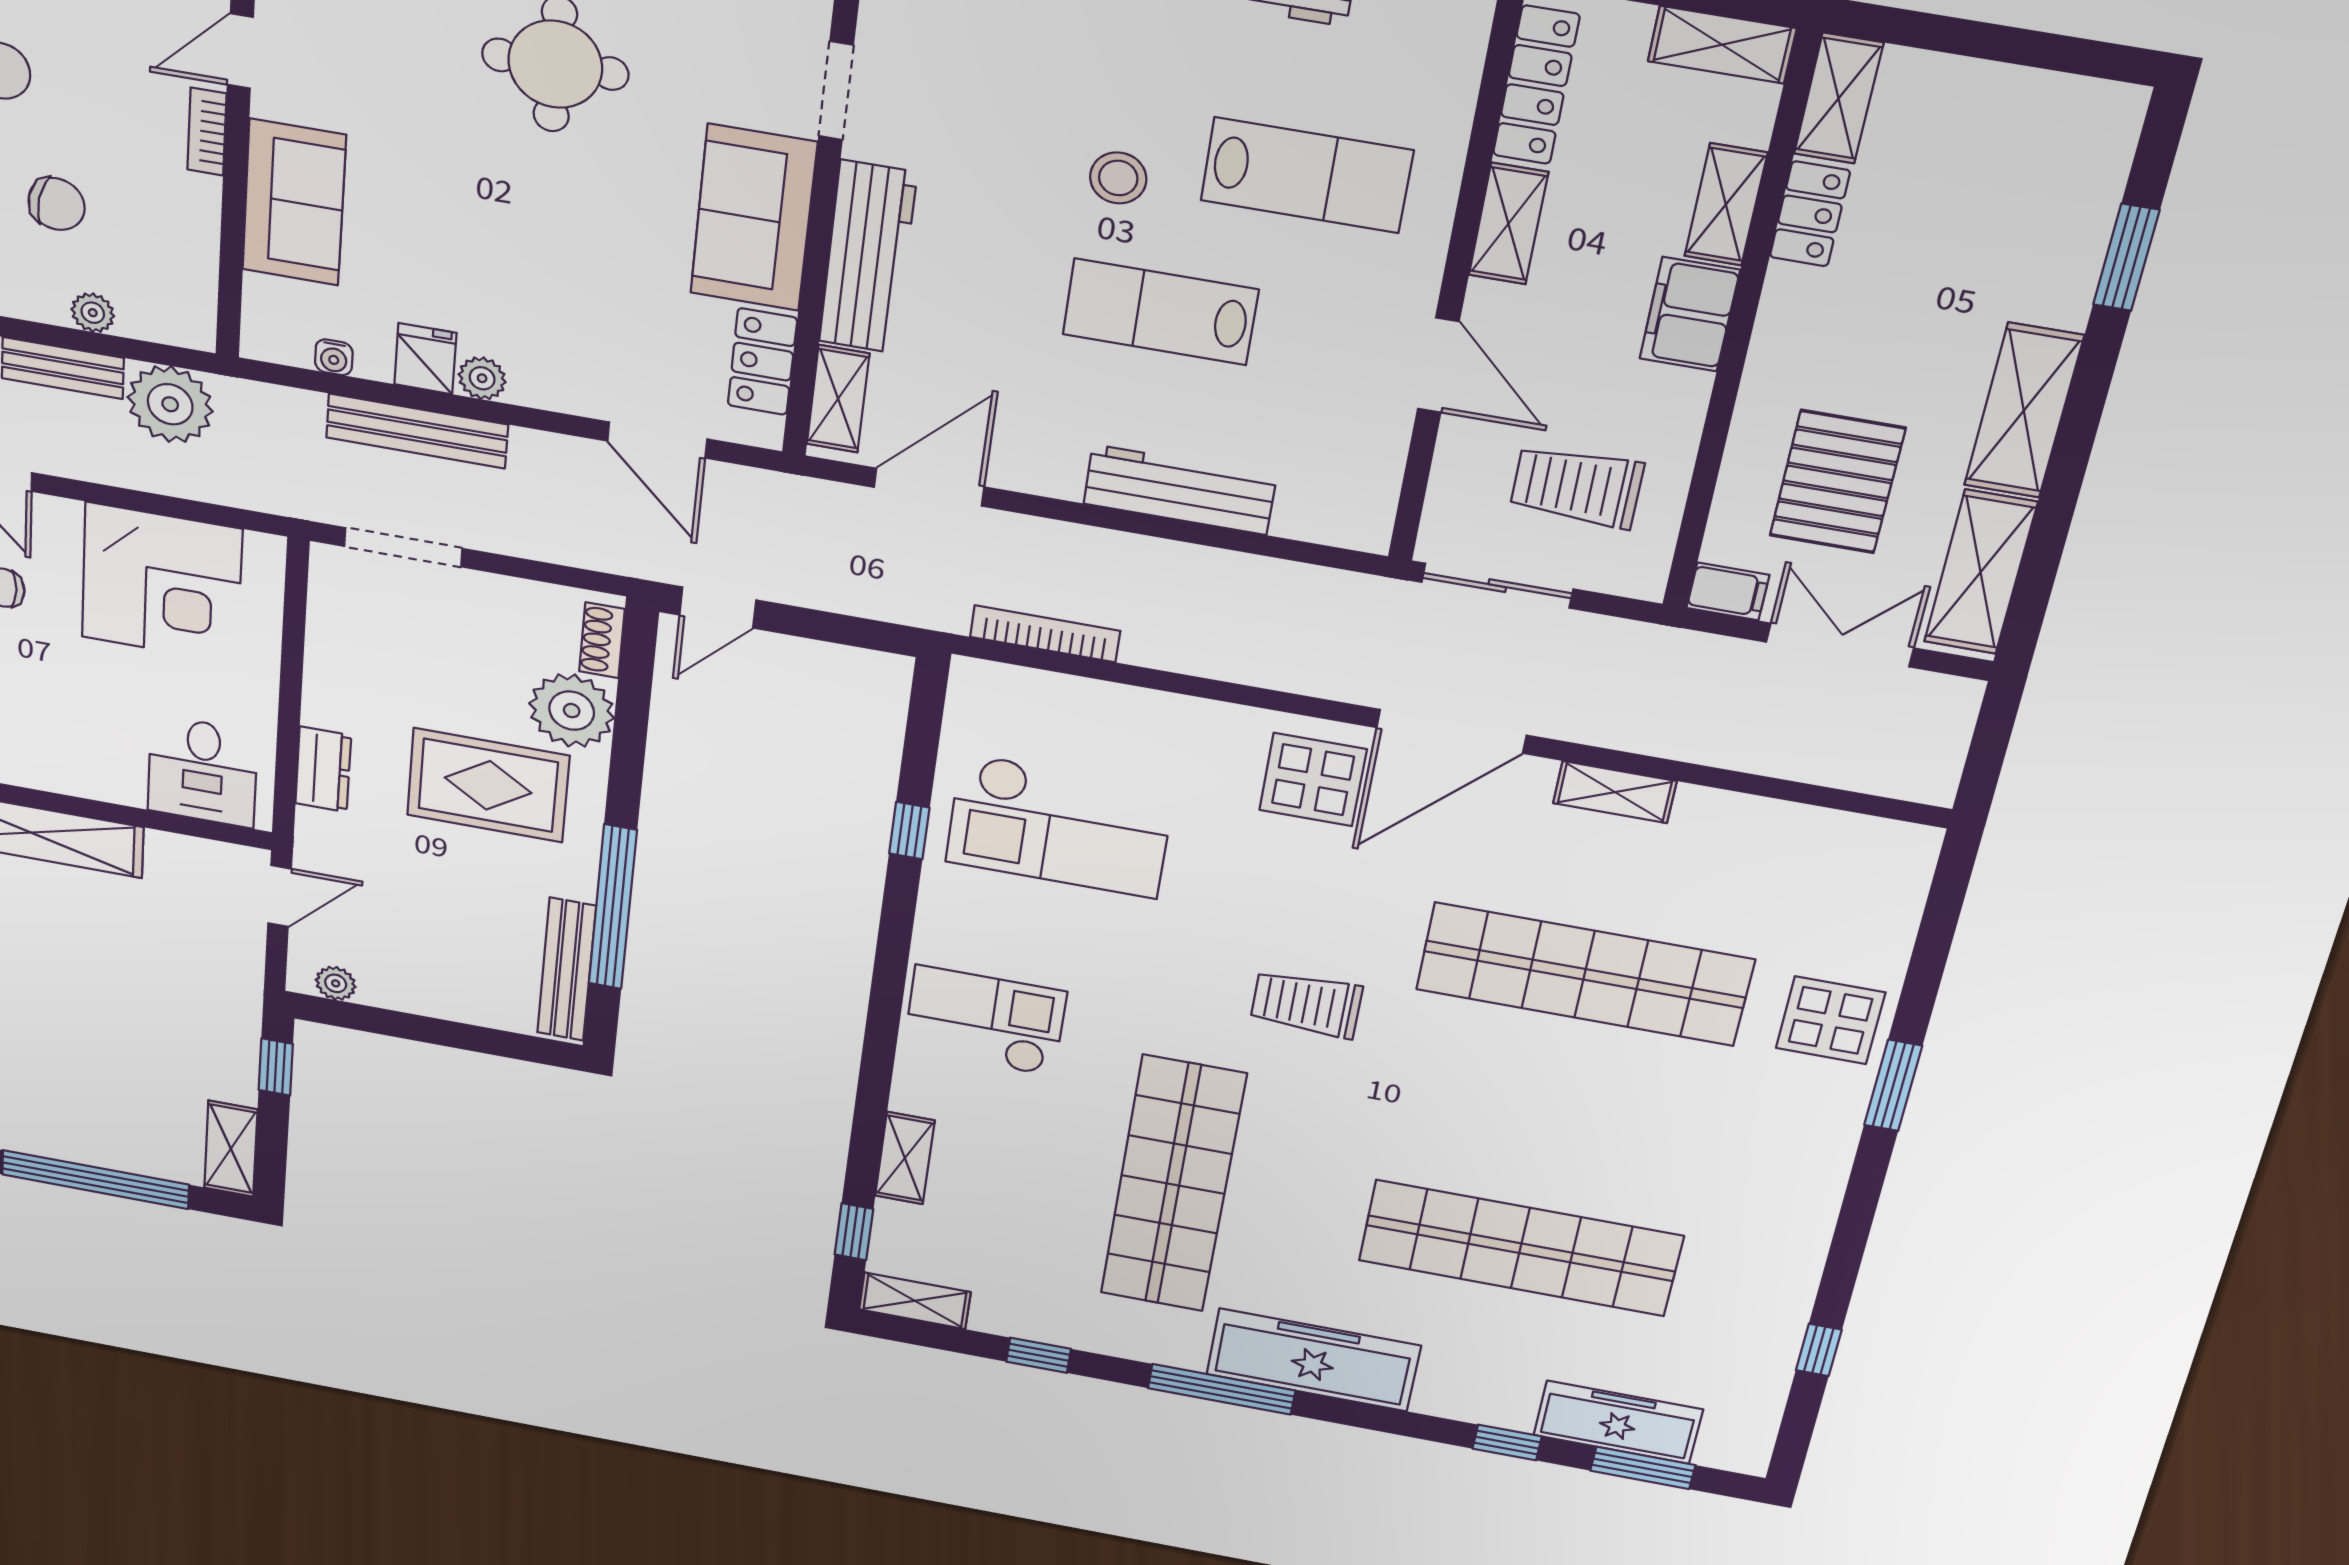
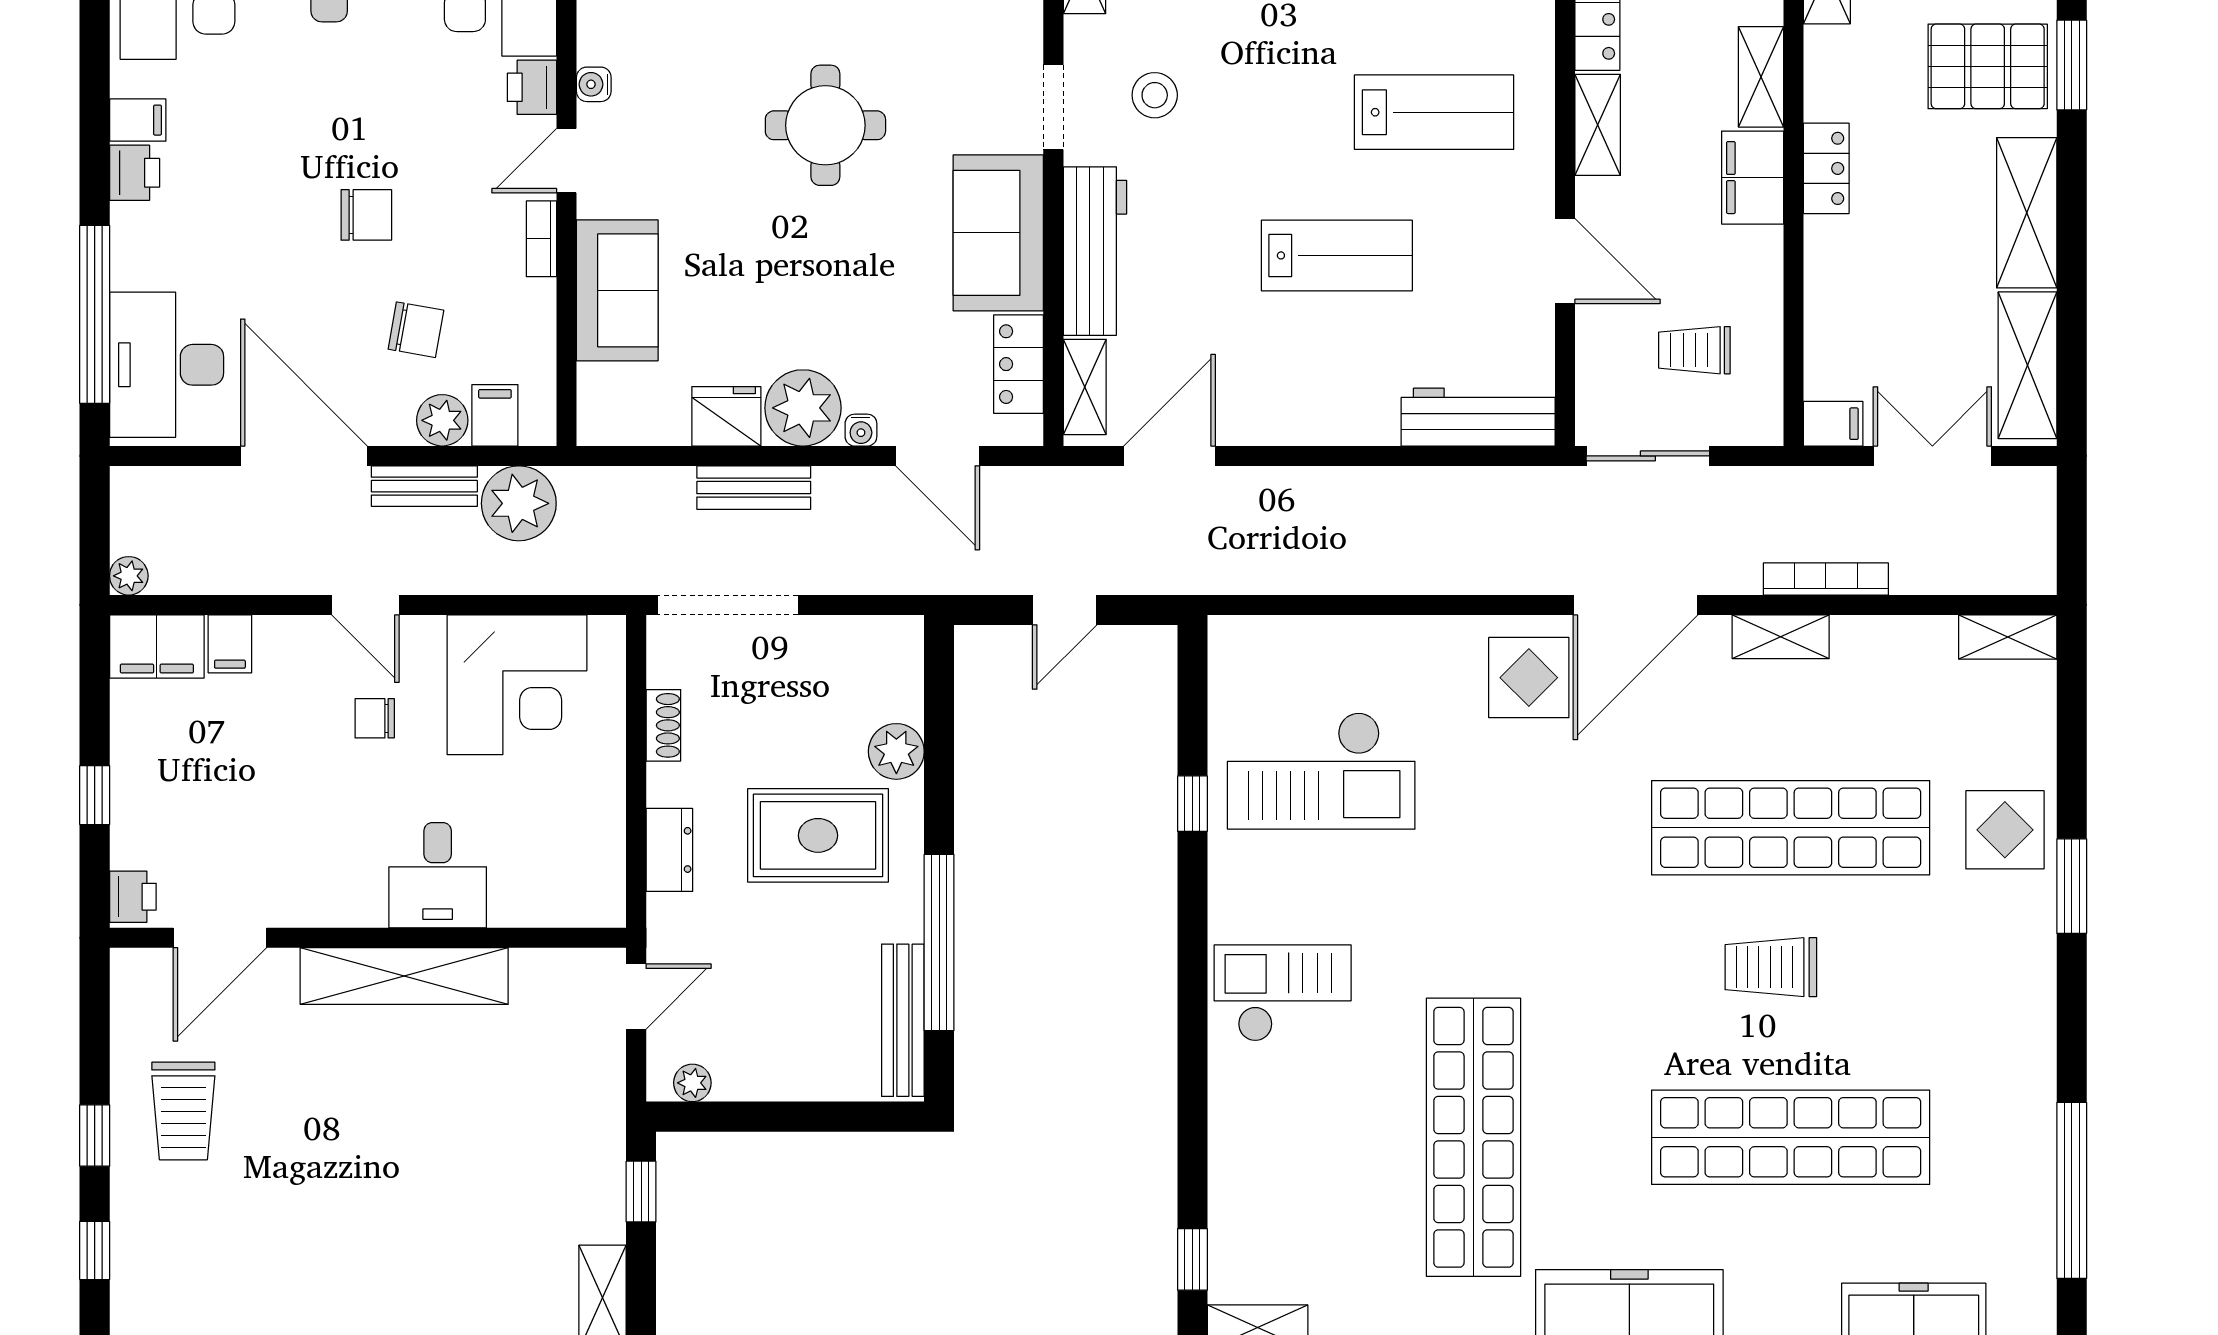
stool: (1118, 178) -> (1155, 95), moved
locker: (1810, 214) -> (1826, 168), moved
filing cabinet: (146, 309) -> (495, 415), added
lab bench: (1160, 312) -> (1337, 255), turned 180
plant: (93, 313) -> (442, 420), width x1.38, depth x1.38
water cooler: (334, 357) -> (861, 430), moved
fridge: (425, 359) -> (726, 416), width x1.38
plant: (482, 378) -> (803, 408), width x1.87, depth x1.87
bench: (417, 431) -> (754, 488), width x0.73
pallet: (1837, 482) -> (1988, 66), moved, turned 90
trolley: (1577, 487) -> (1694, 350), width x0.73, depth x0.72
workbench: (1180, 490) -> (1478, 417), moved
doorway: (403, 547) -> (728, 605), width x1.36
door: (718, 607) -> (1065, 610), moved
bookcase: (1045, 634) -> (1826, 579), moved
shoe rack: (602, 640) -> (663, 725), moved, turned 180
plant: (572, 711) -> (896, 751), width x0.73, depth x0.73
desk: (203, 771) -> (438, 875), moved
trolley: (1306, 1004) -> (1771, 967), moved
shelving: (905, 1158) -> (2008, 637), moved, turned 90
window: (1819, 1350) -> (2072, 1190), width x3.17

